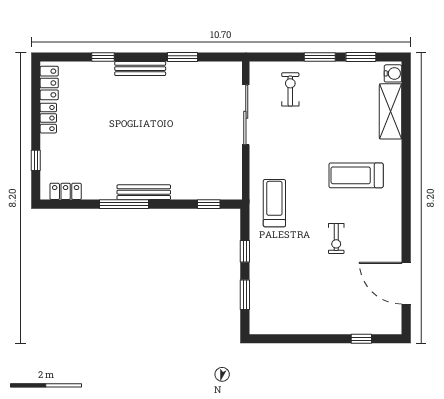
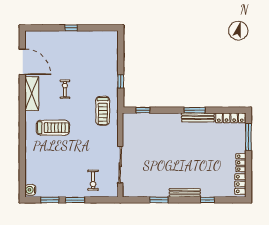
shelving: (391, 111) -> (32, 94), moved
window: (36, 160) -> (249, 137), width x2.17
locker: (66, 191) -> (230, 118), width x1.53
bench: (144, 192) -> (198, 117), moved
window: (124, 204) -> (195, 110), width x0.69
window: (245, 295) -> (121, 55), removed
window: (361, 339) -> (71, 28), moved

